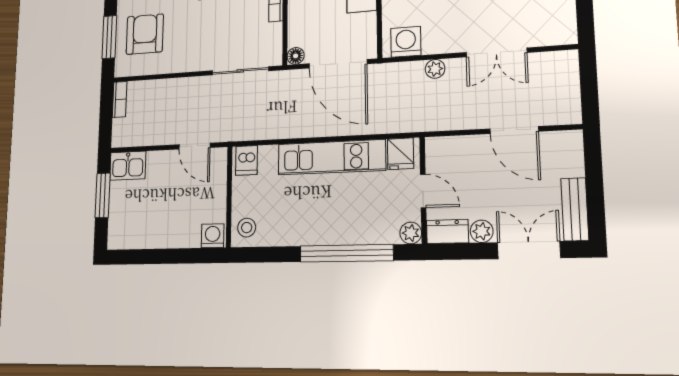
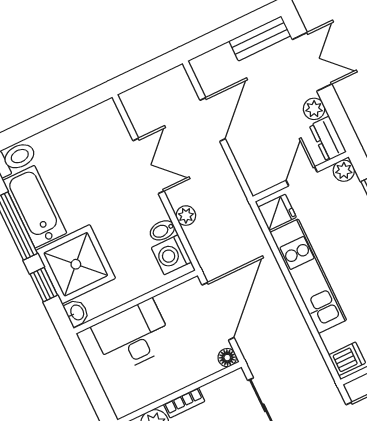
bidet: (431, 42) -> (162, 230), added
double door: (529, 250) -> (312, 62), swing flipped

